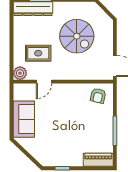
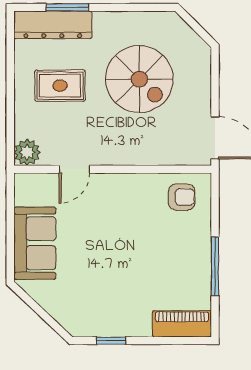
rug: (38, 53) -> (60, 86), moved
armchair: (98, 96) -> (182, 197), turned -103

